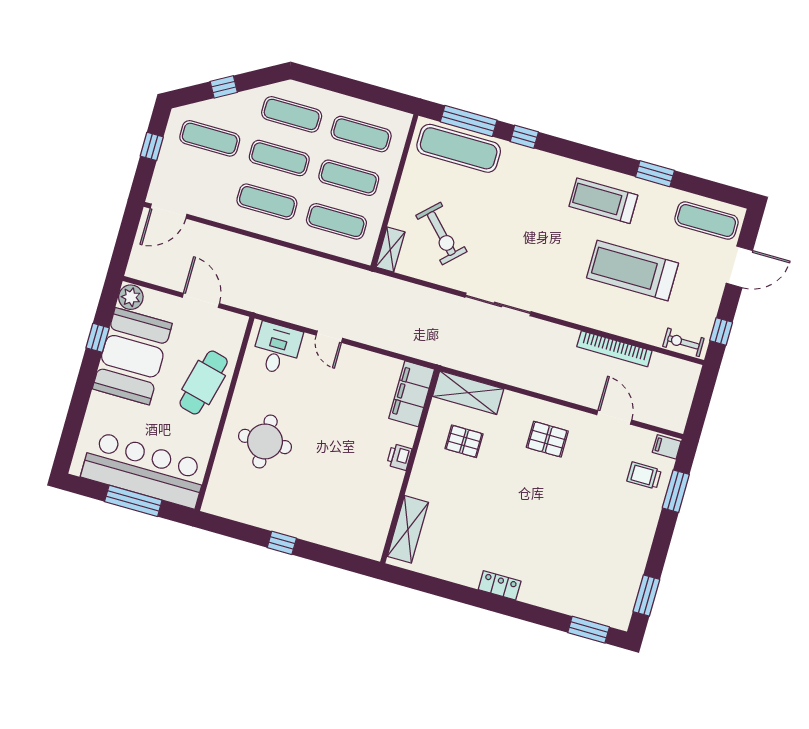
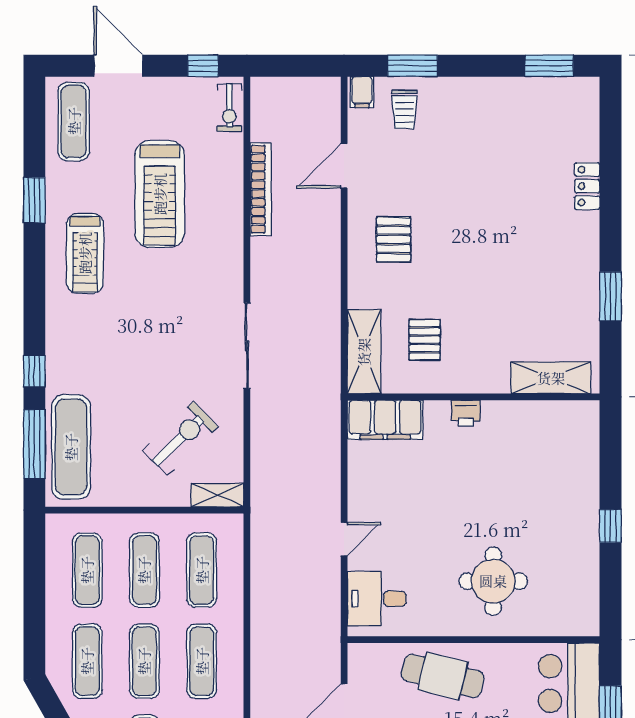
locker: (500, 585) -> (587, 186), moved
window: (589, 630) -> (610, 296), moved

